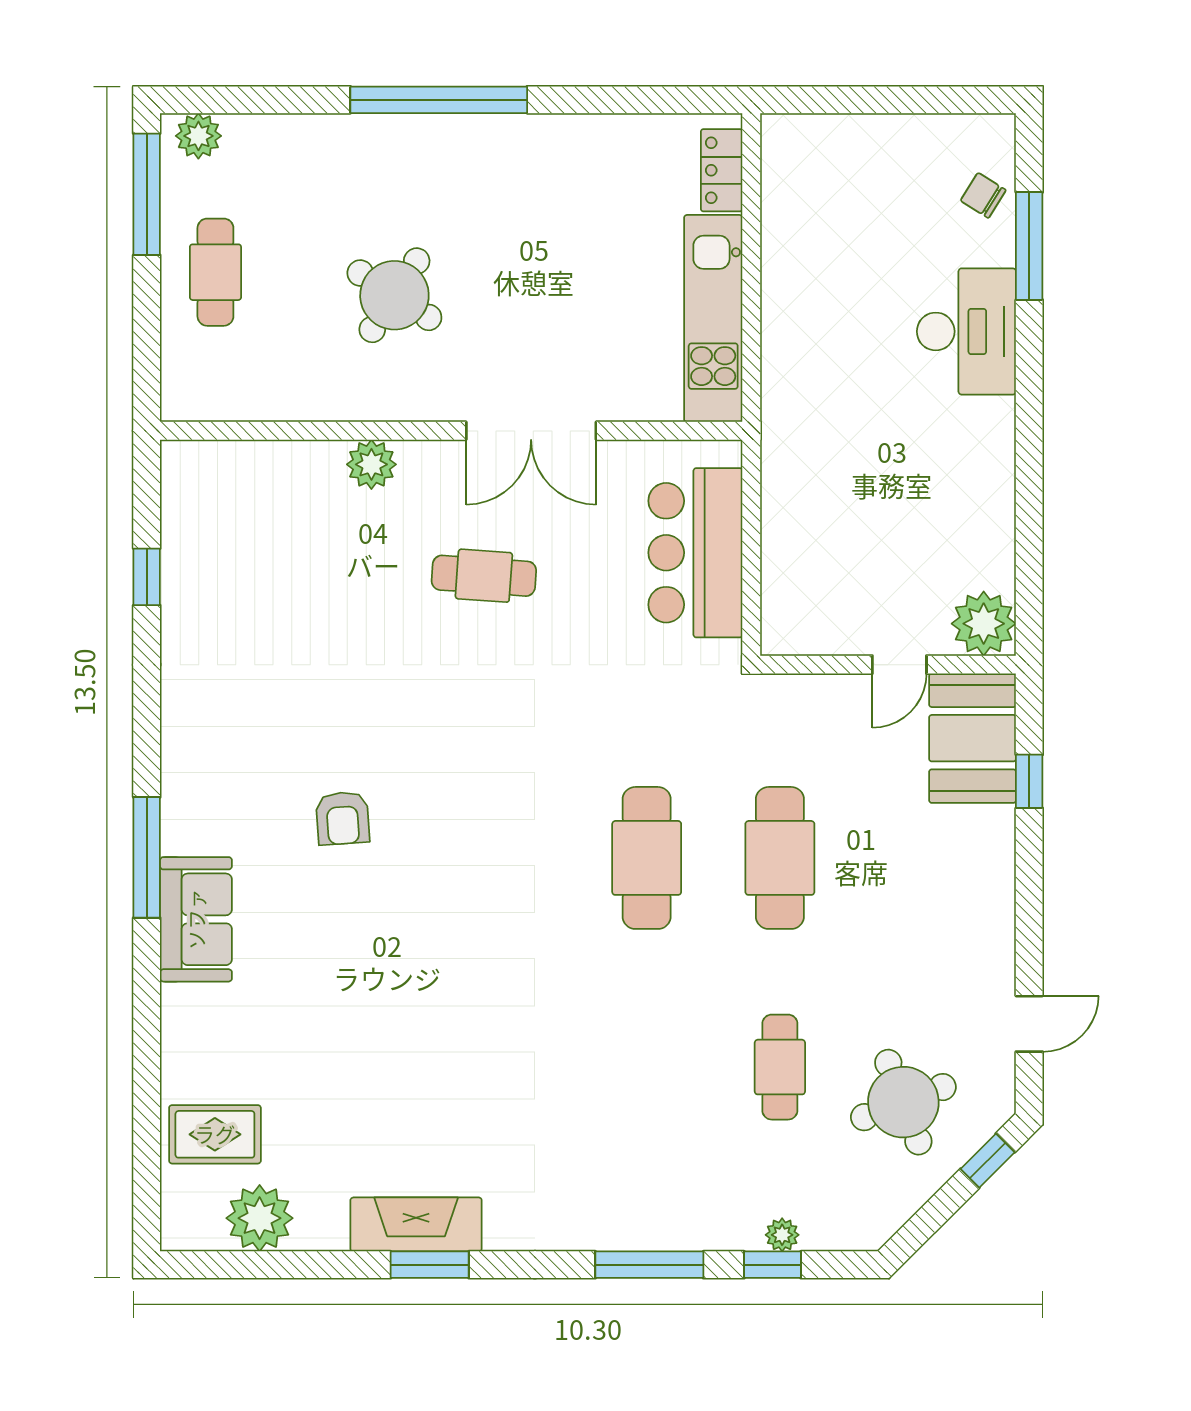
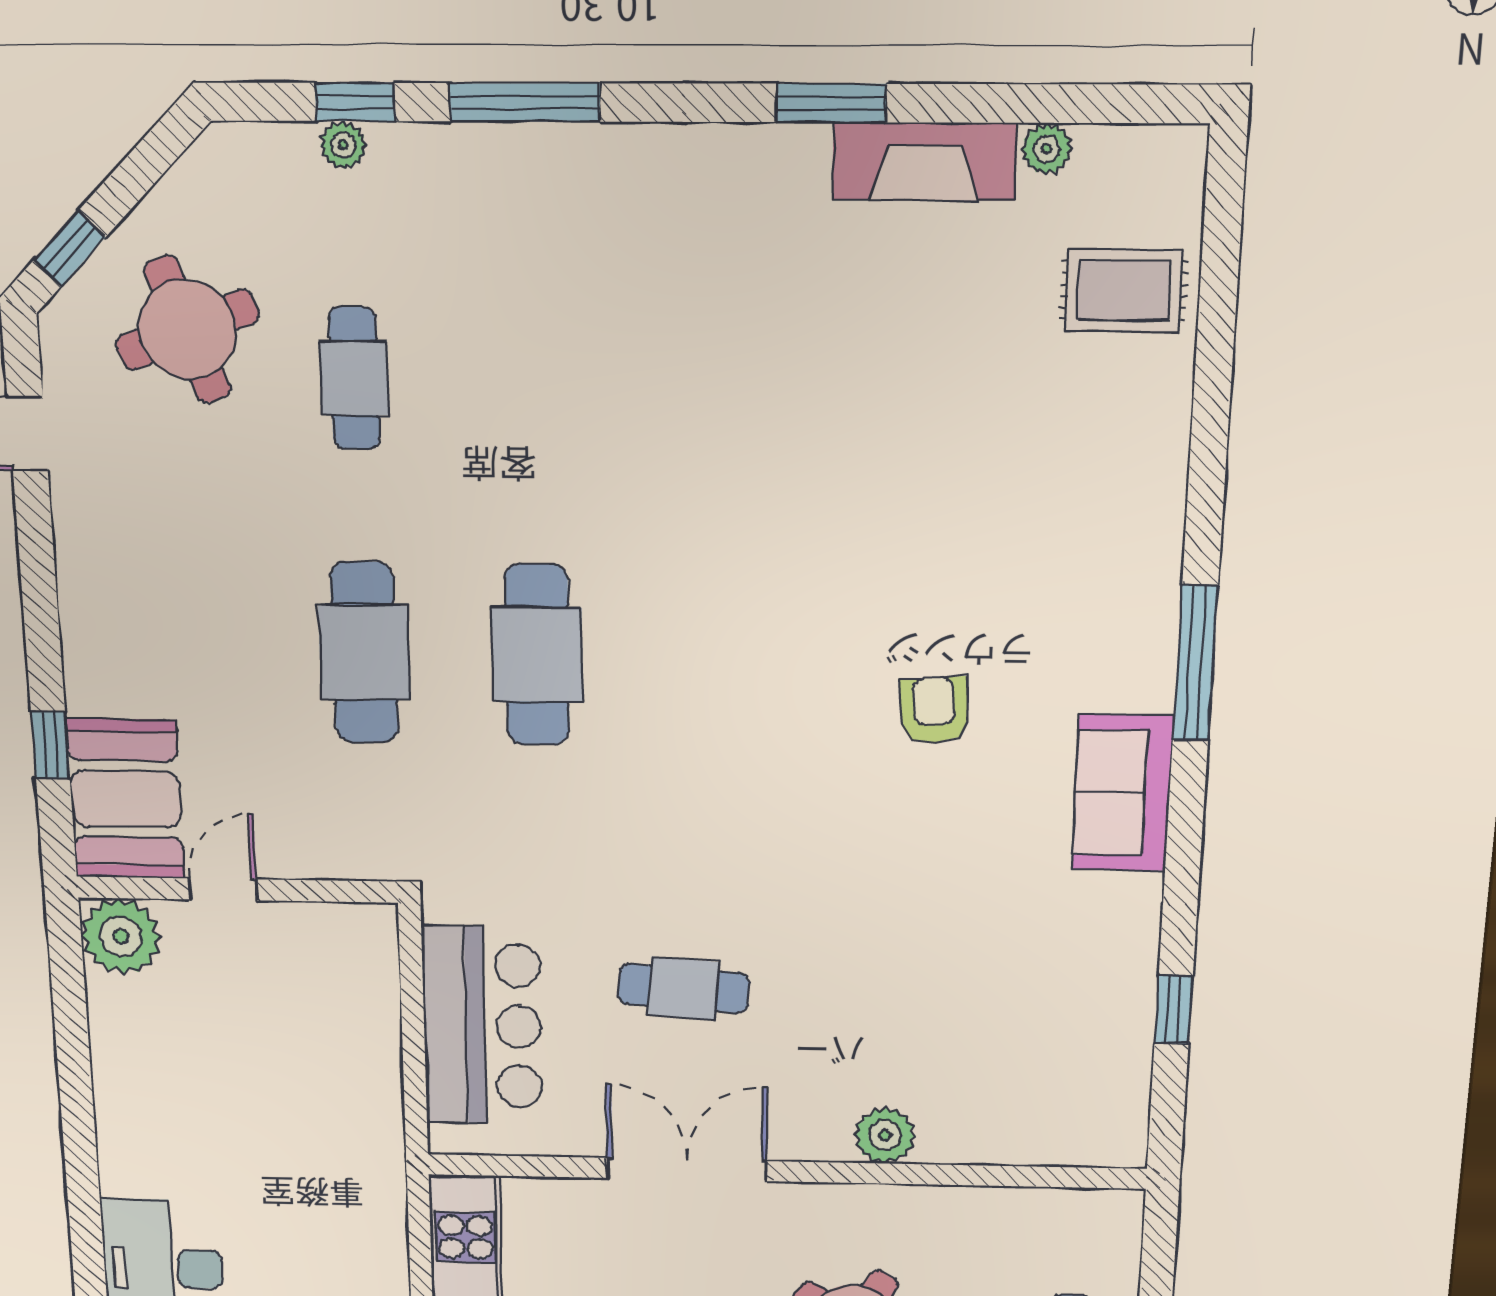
cafe table: (484, 576) -> (684, 989), moved
sofa: (196, 919) -> (1123, 793), moved
plant: (260, 1218) -> (1047, 149), width x0.53, depth x0.53
fireplace: (416, 1224) -> (924, 162), moved

